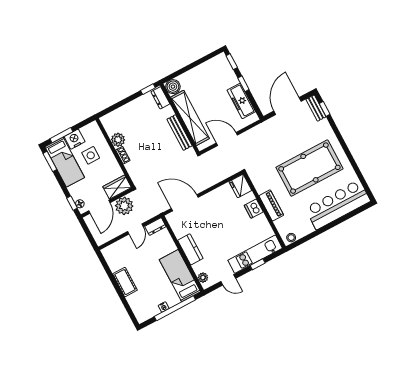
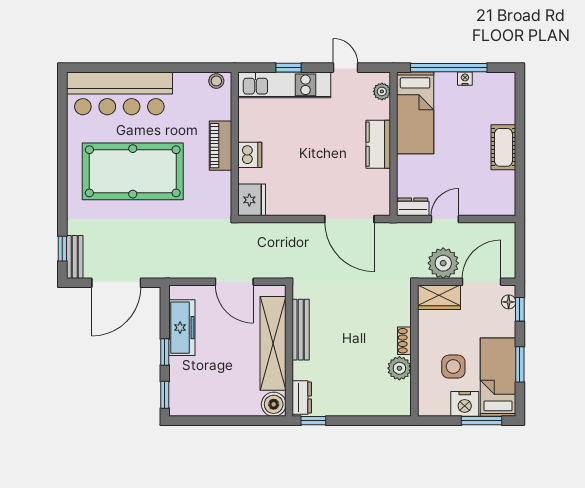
window: (50, 161) -> (520, 364), moved

